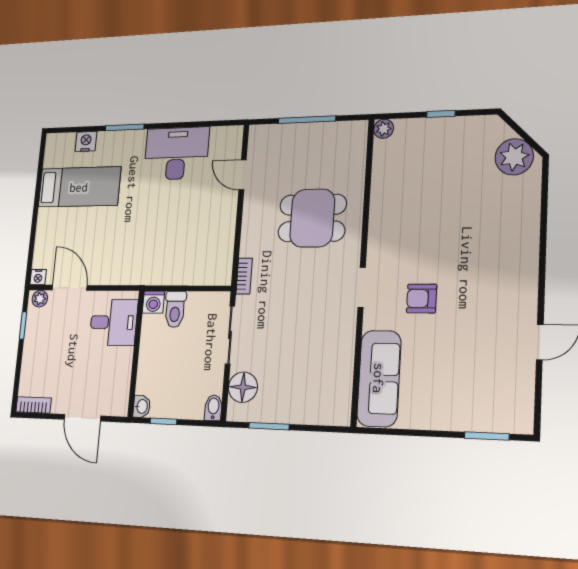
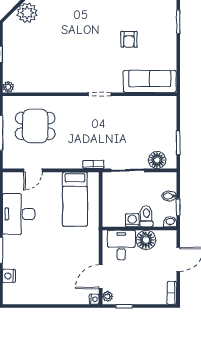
bed: (79, 187) -> (75, 199), moved, turned 180
dining table: (312, 218) -> (35, 126), moved, turned 90
armchair: (422, 298) -> (129, 39), moved
washing machine: (153, 302) -> (132, 220), moved, turned -90
toilet: (175, 309) -> (146, 216), moved, turned -90
floor lamp: (117, 364) -> (146, 240), added
bidet: (213, 408) -> (169, 196), moved

